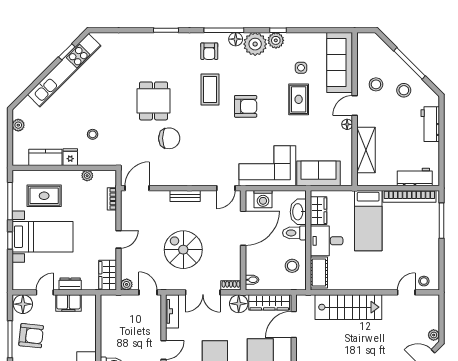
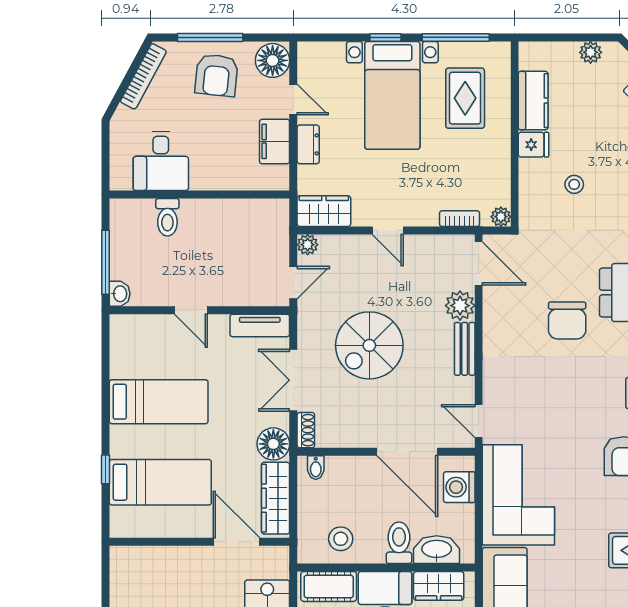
plant: (87, 176) -> (501, 217), moved
plant: (161, 199) -> (460, 306), added
spiral stairs: (183, 250) -> (369, 345), turned 180

